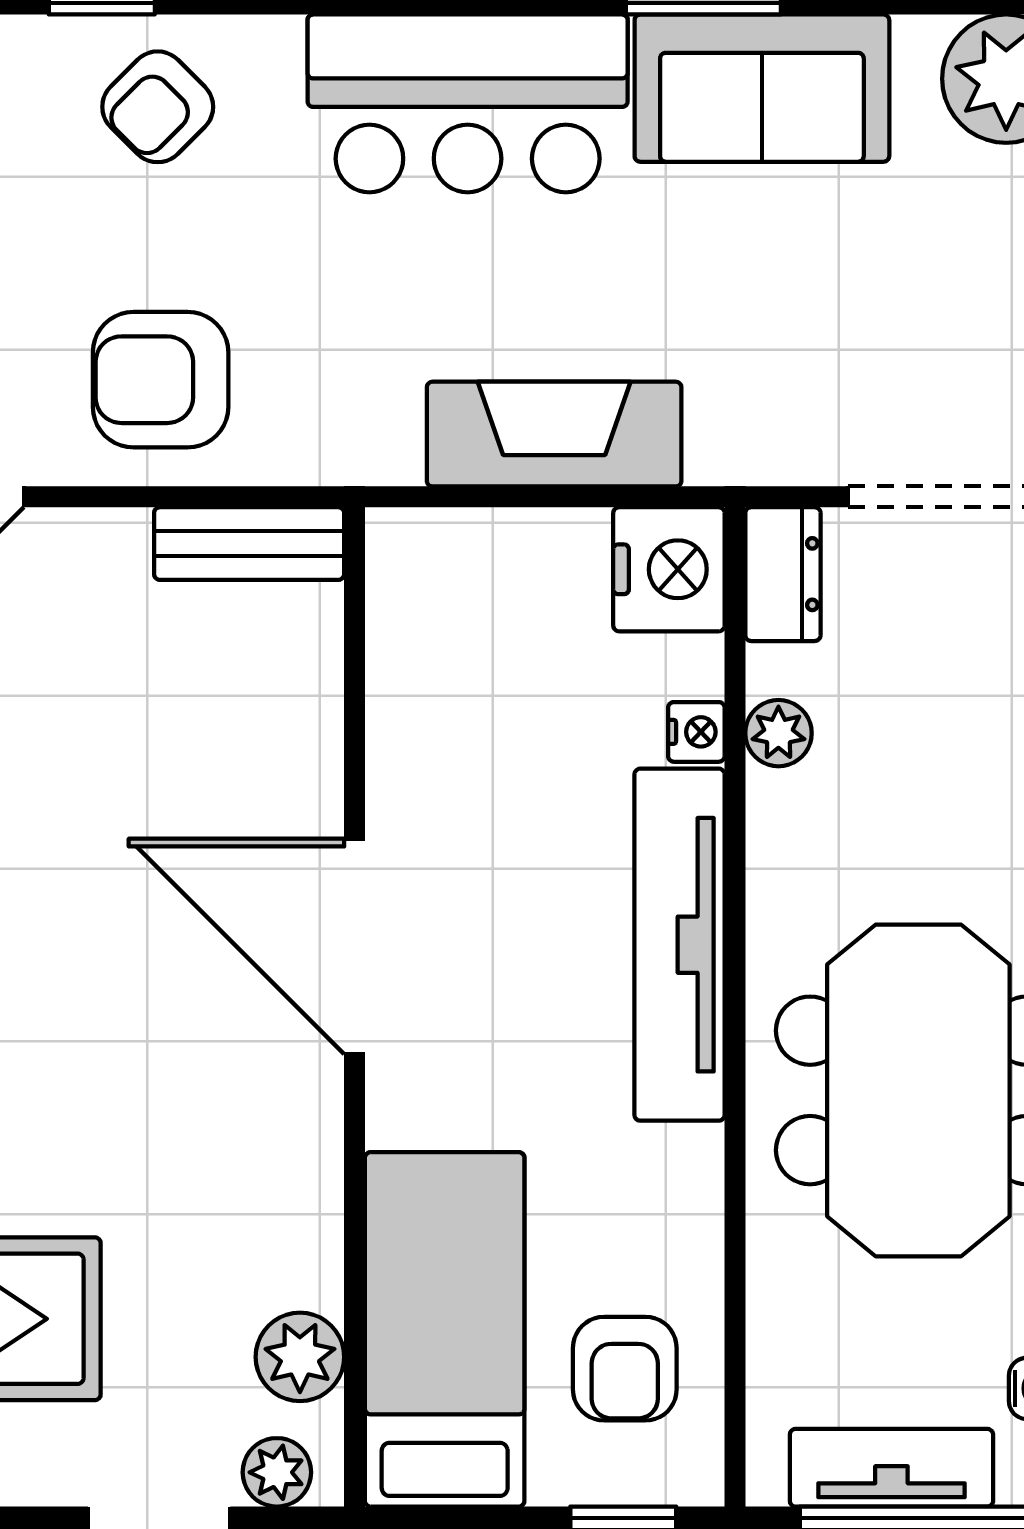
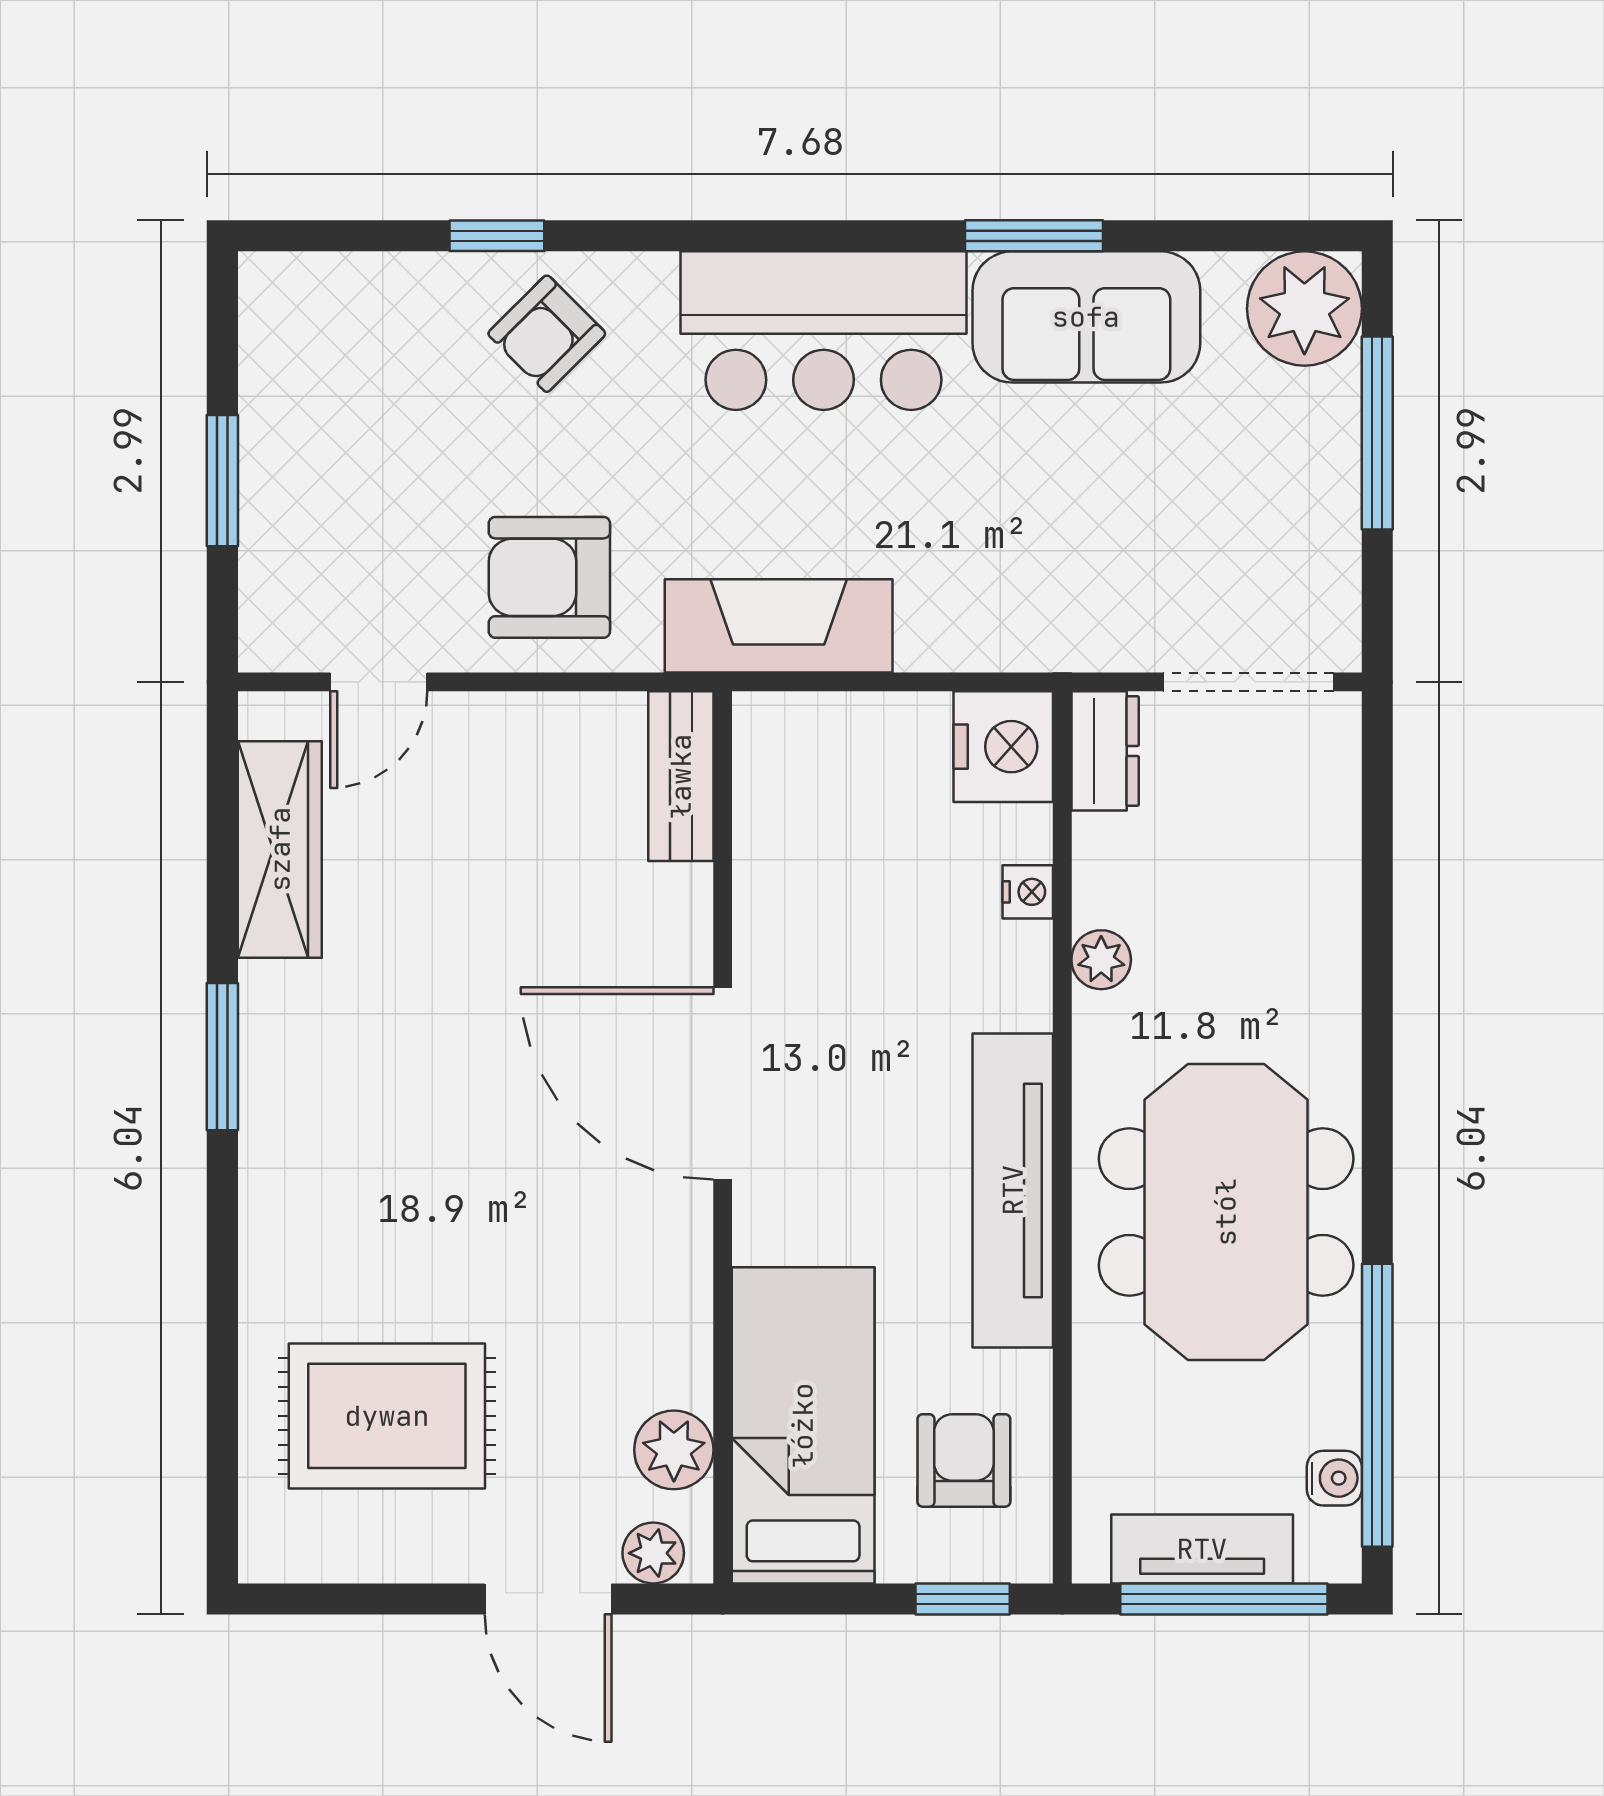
fireplace: (554, 434) -> (779, 626), moved
bench: (249, 544) -> (681, 776), moved, turned 90
plant: (778, 733) -> (1101, 960), moved
tv unit: (680, 945) -> (1013, 1190), moved
armchair: (625, 1369) -> (964, 1460), turned 180

